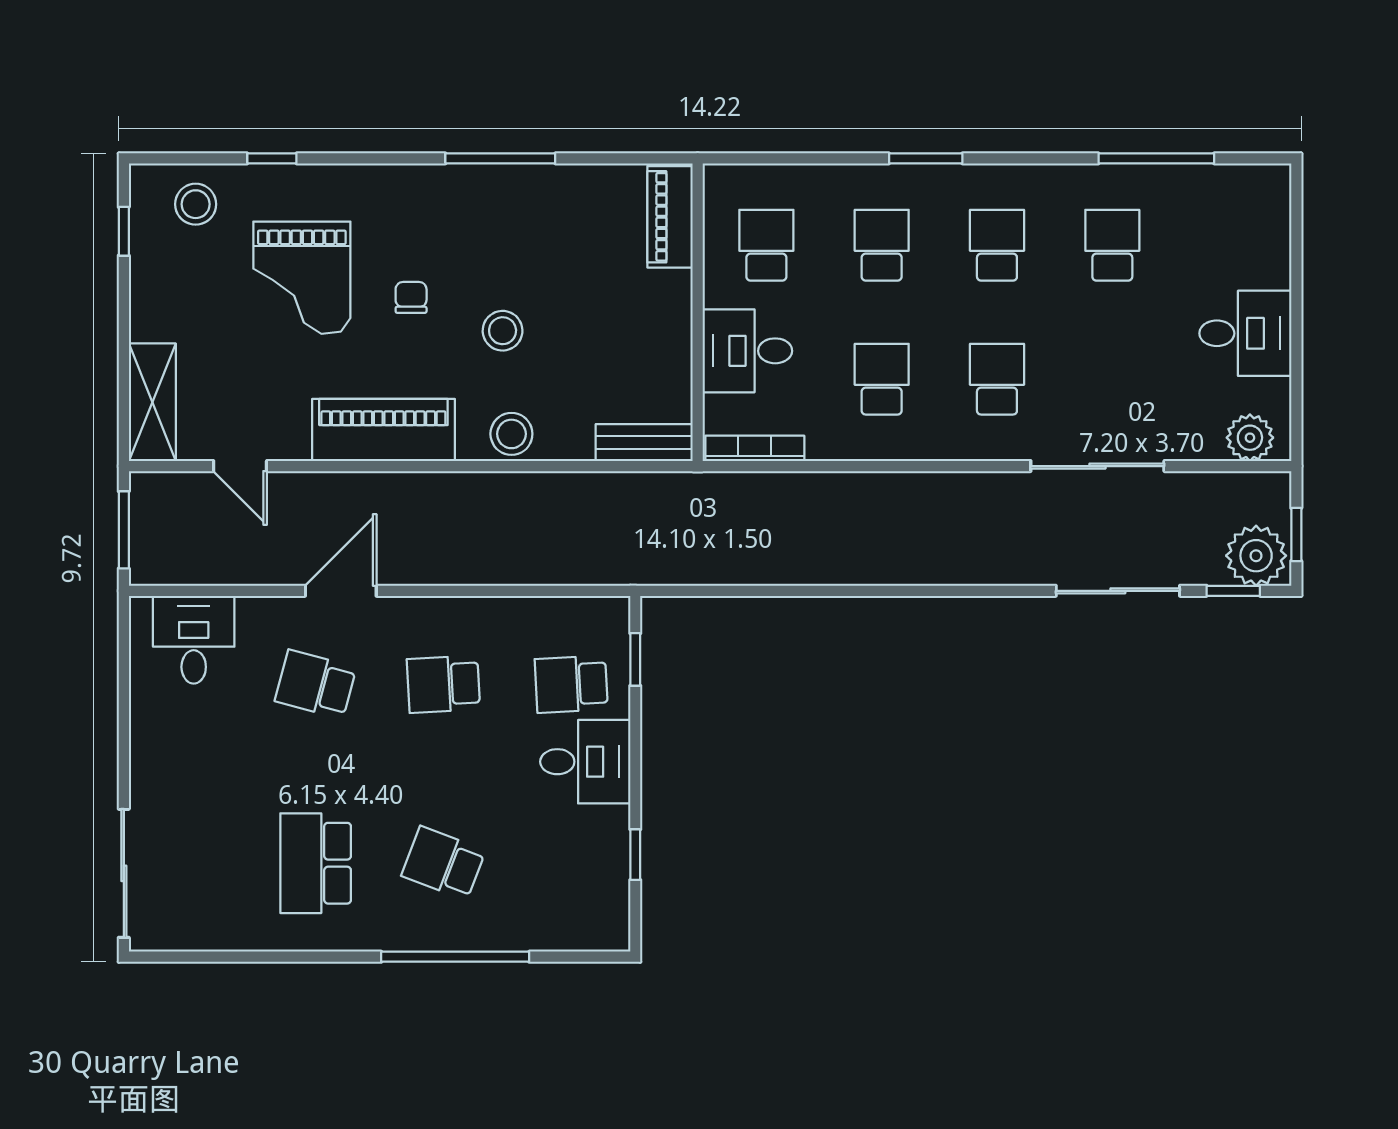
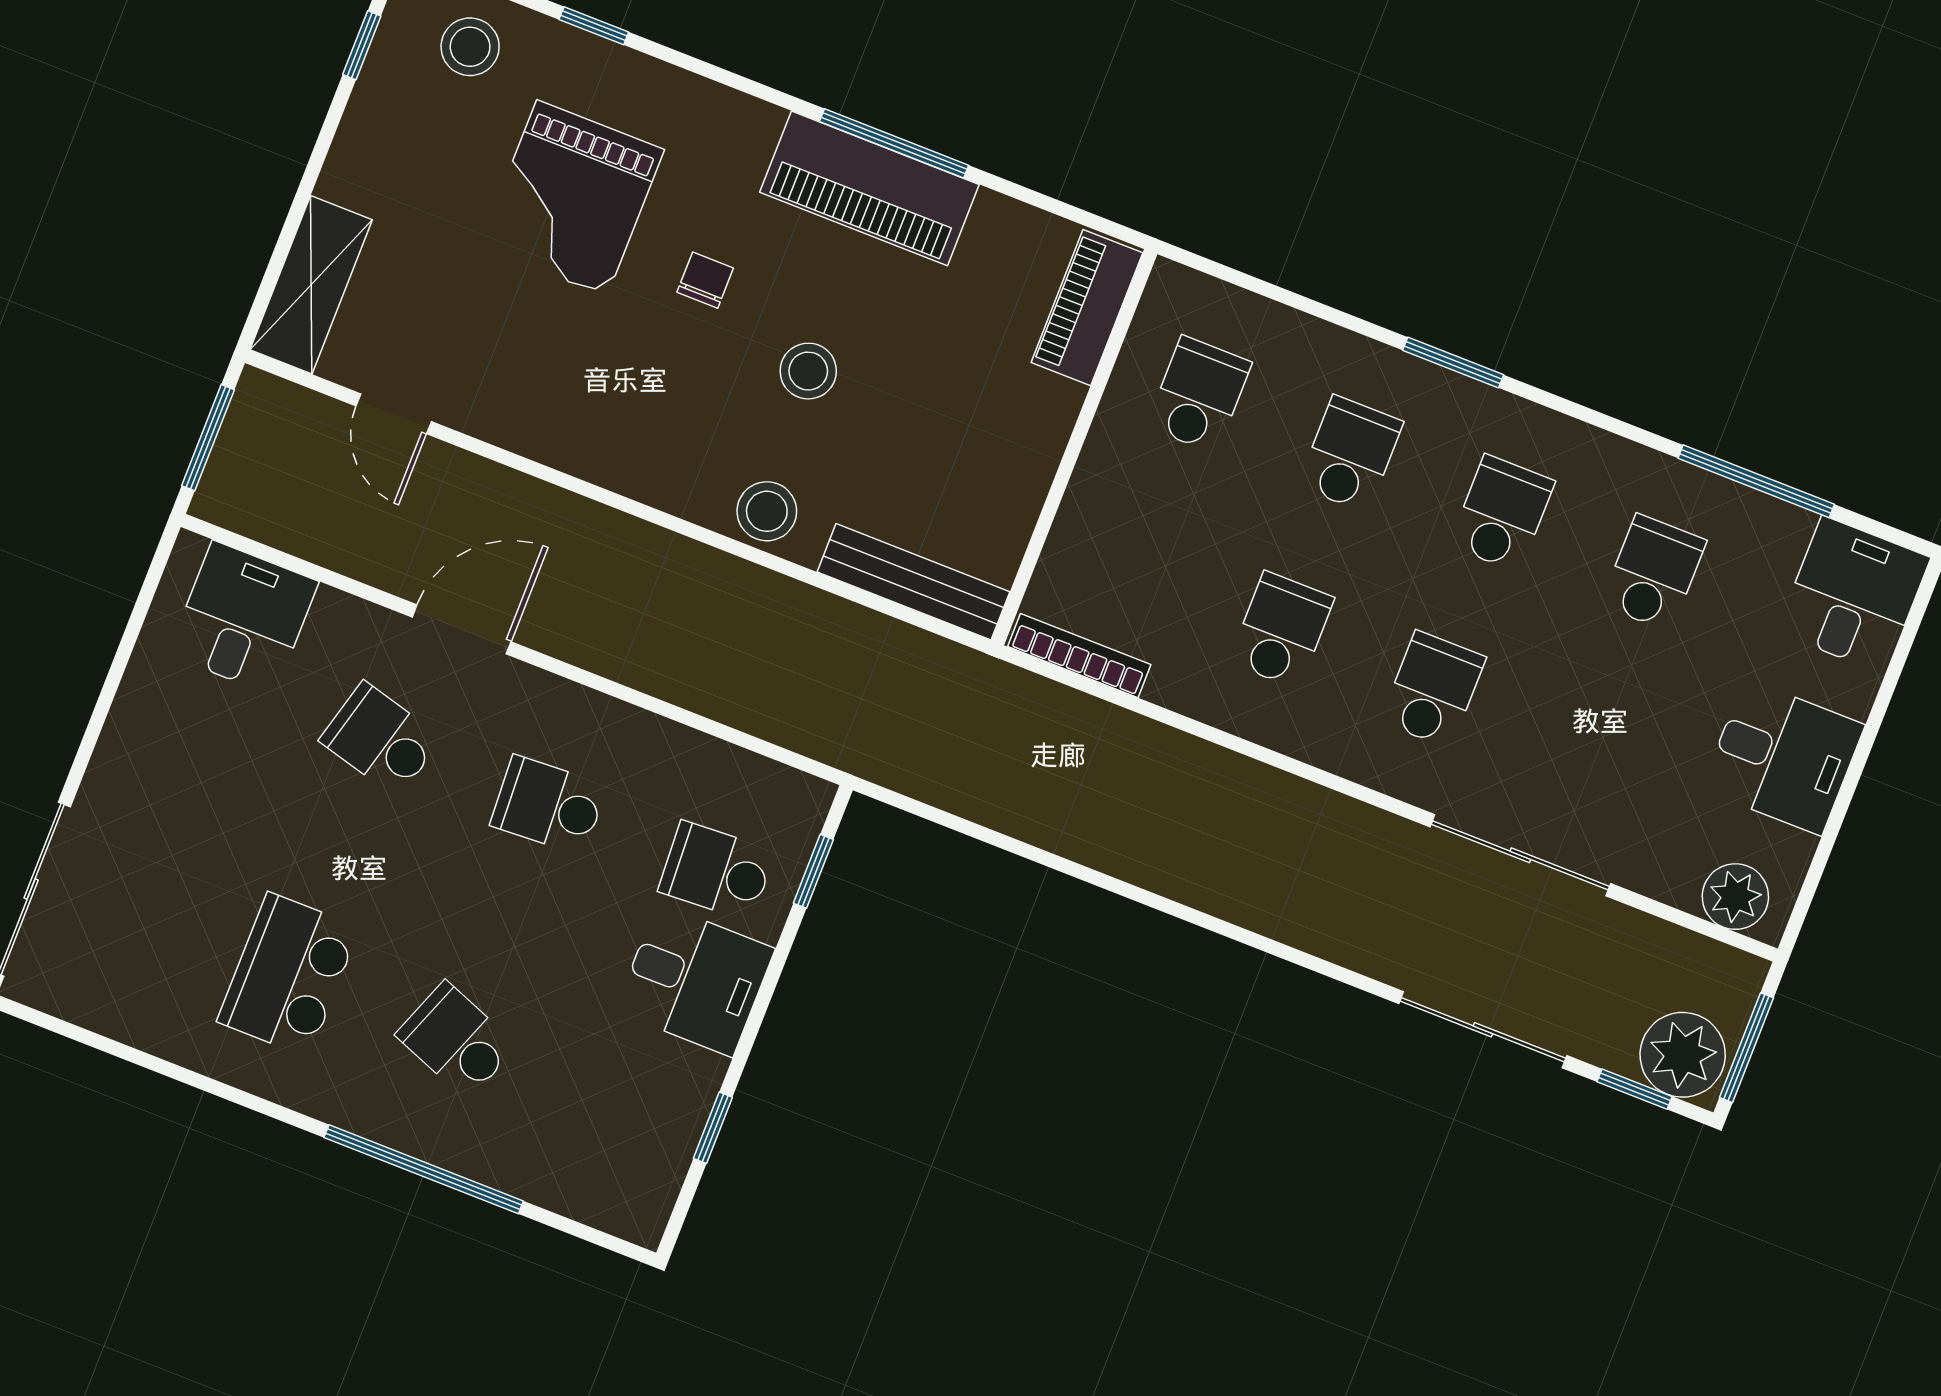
desk: (747, 351) -> (1853, 595), moved, turned 90
piano: (383, 430) -> (869, 188), moved, turned 180
bench: (644, 443) -> (914, 582), width x1.36
window: (1296, 535) -> (1746, 1048), width x1.50

